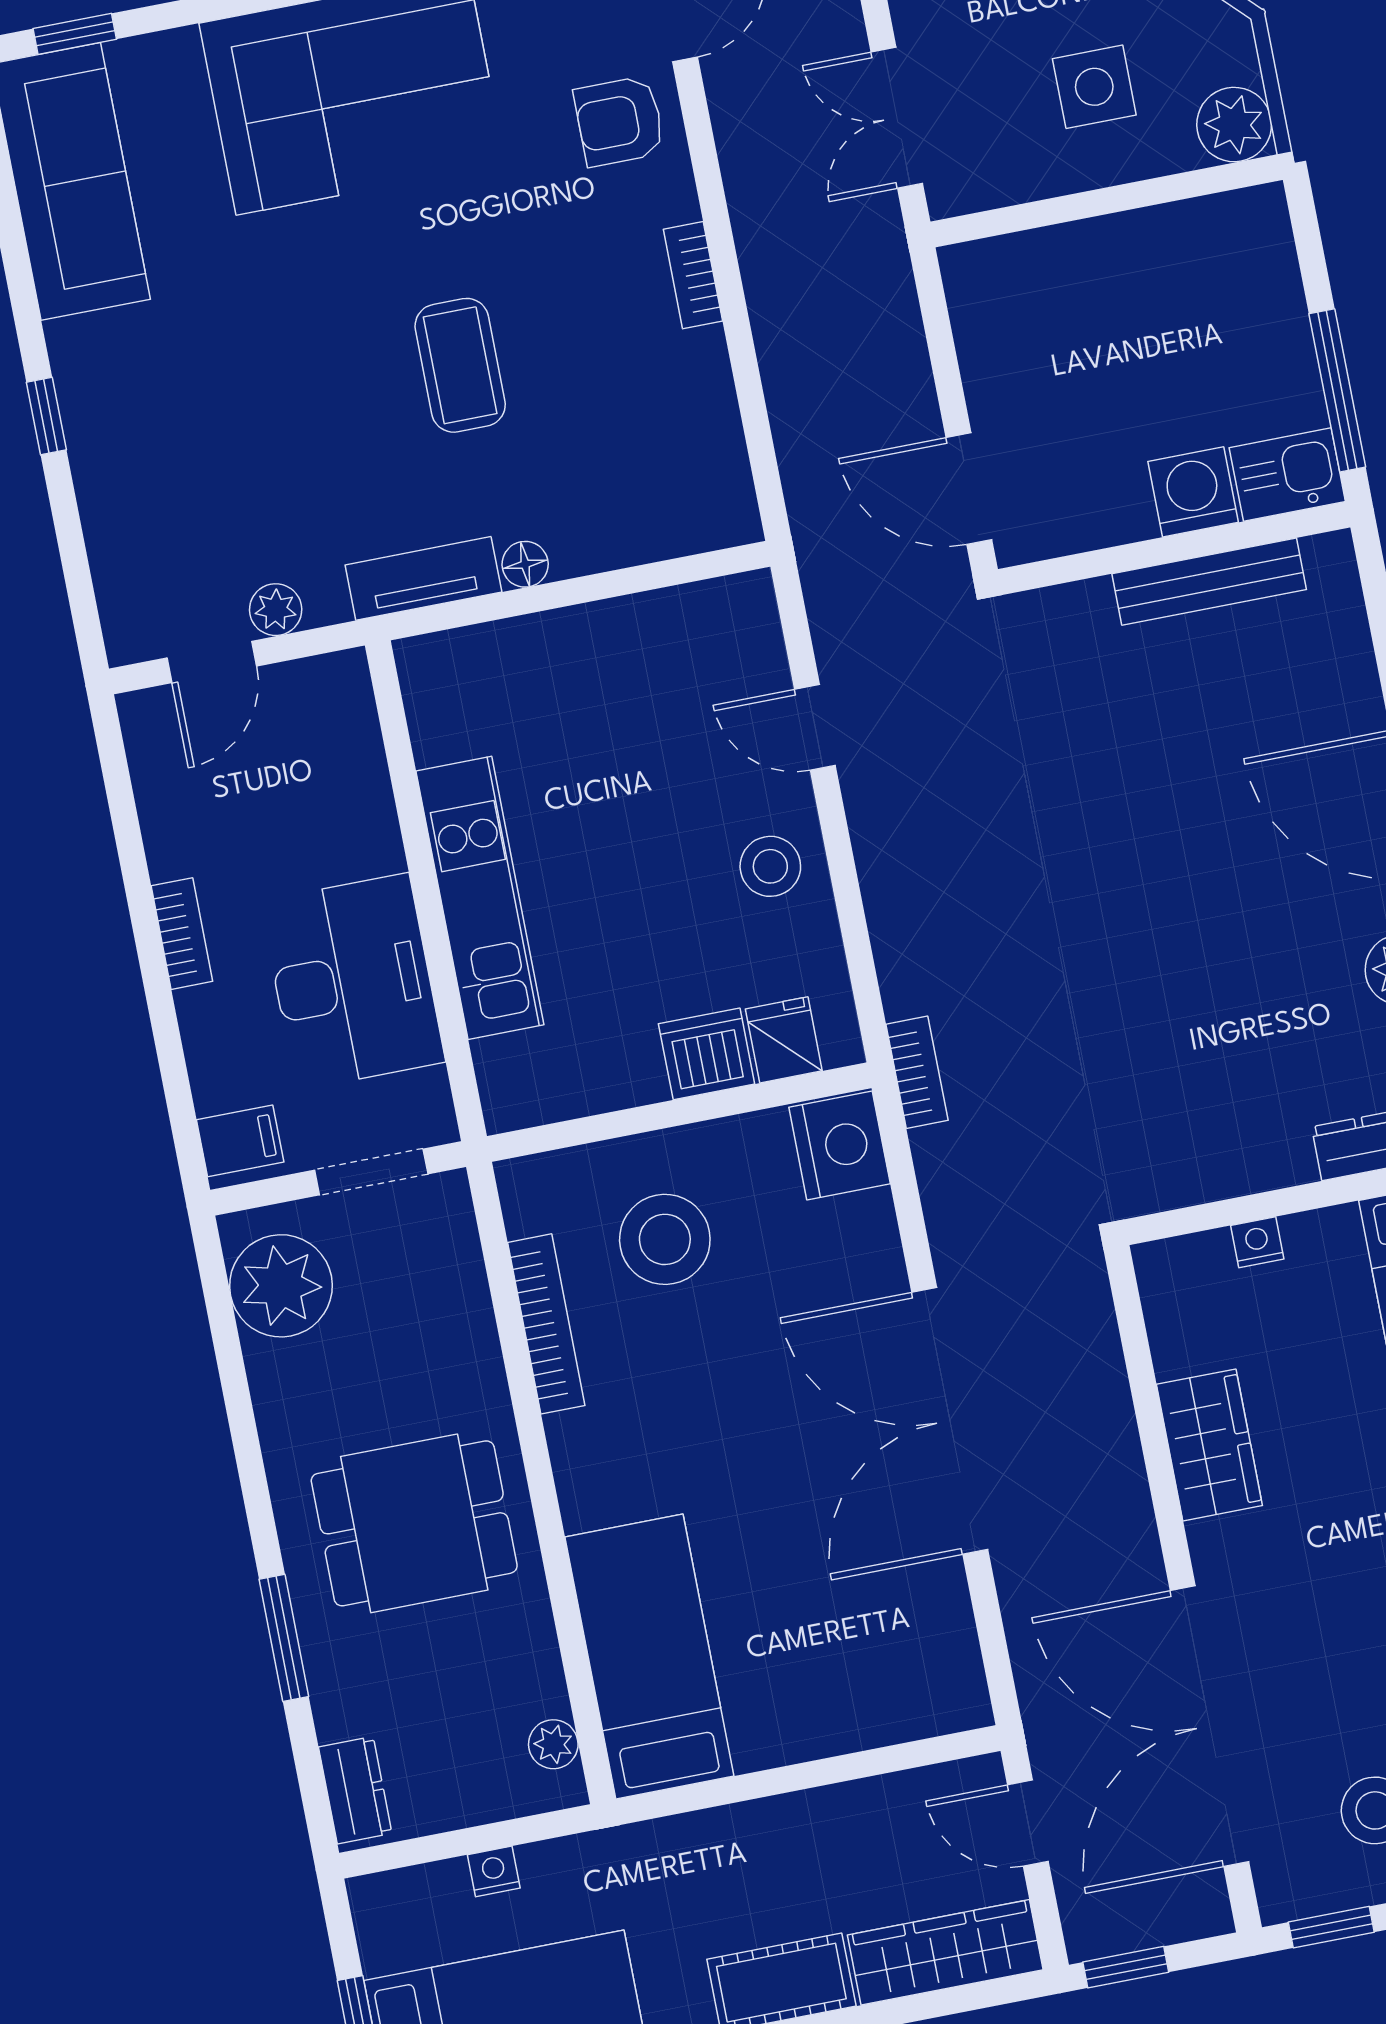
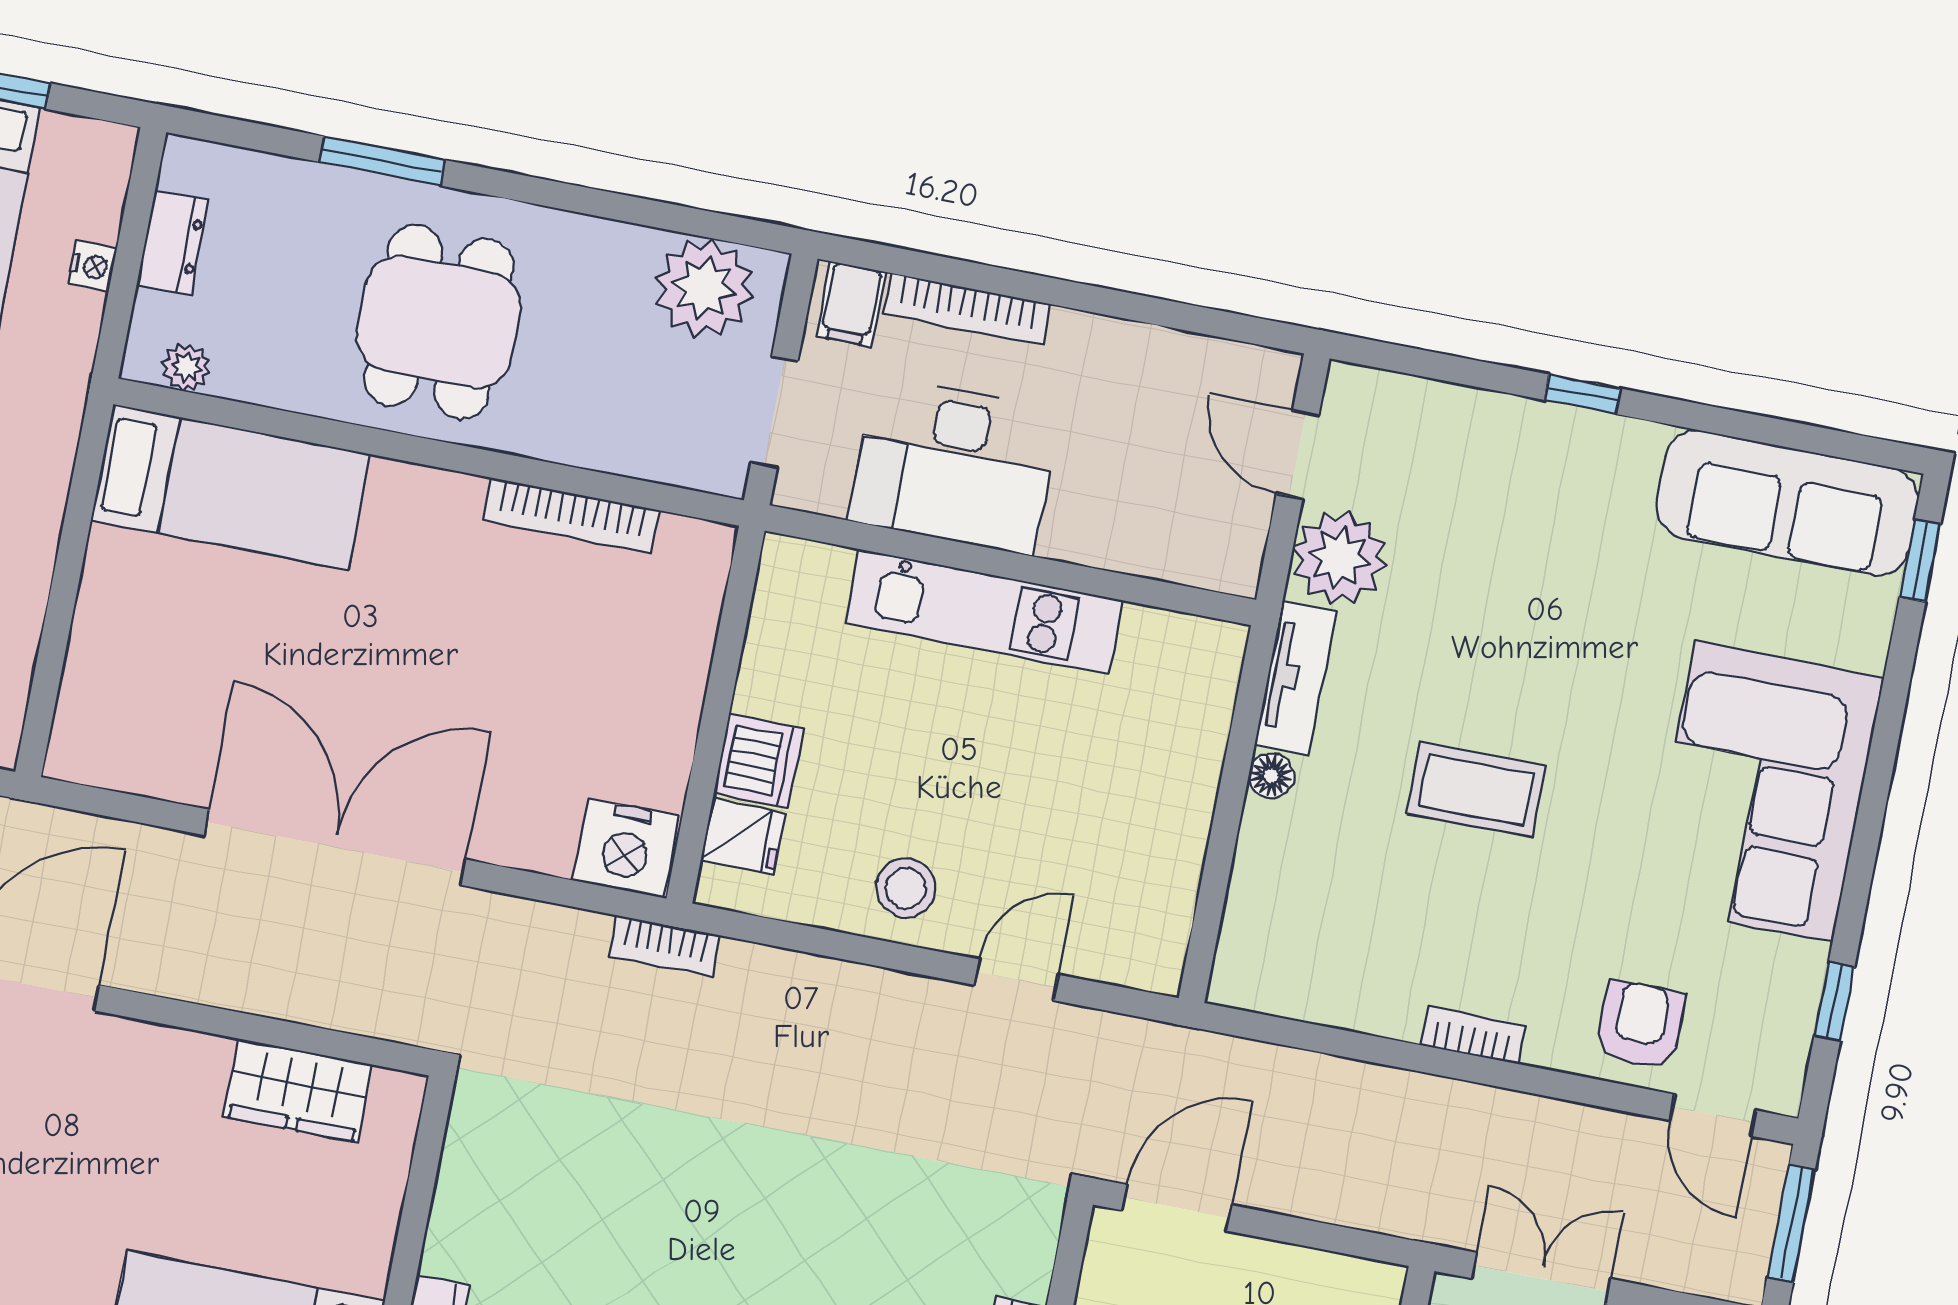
plant: (276, 610) -> (1339, 558), width x1.88, depth x1.88
bookcase: (182, 934) -> (967, 309), moved, width x1.56
stool: (665, 1239) -> (605, 655), removed
nightstand: (1257, 1242) -> (384, 1193), removed
wardrobe: (1209, 1445) -> (298, 1091), moved
dresser: (355, 1790) -> (172, 243), moved, turned -90

